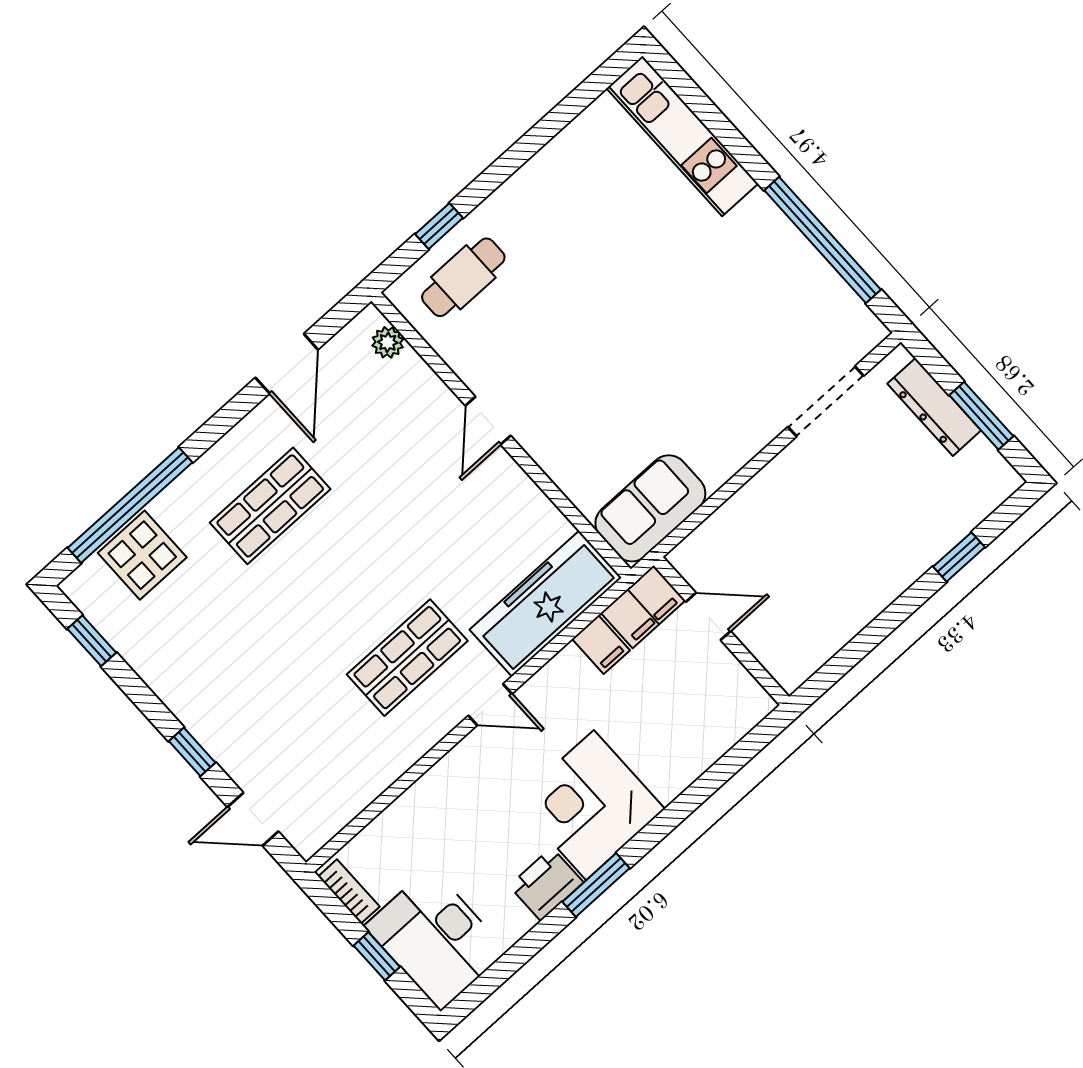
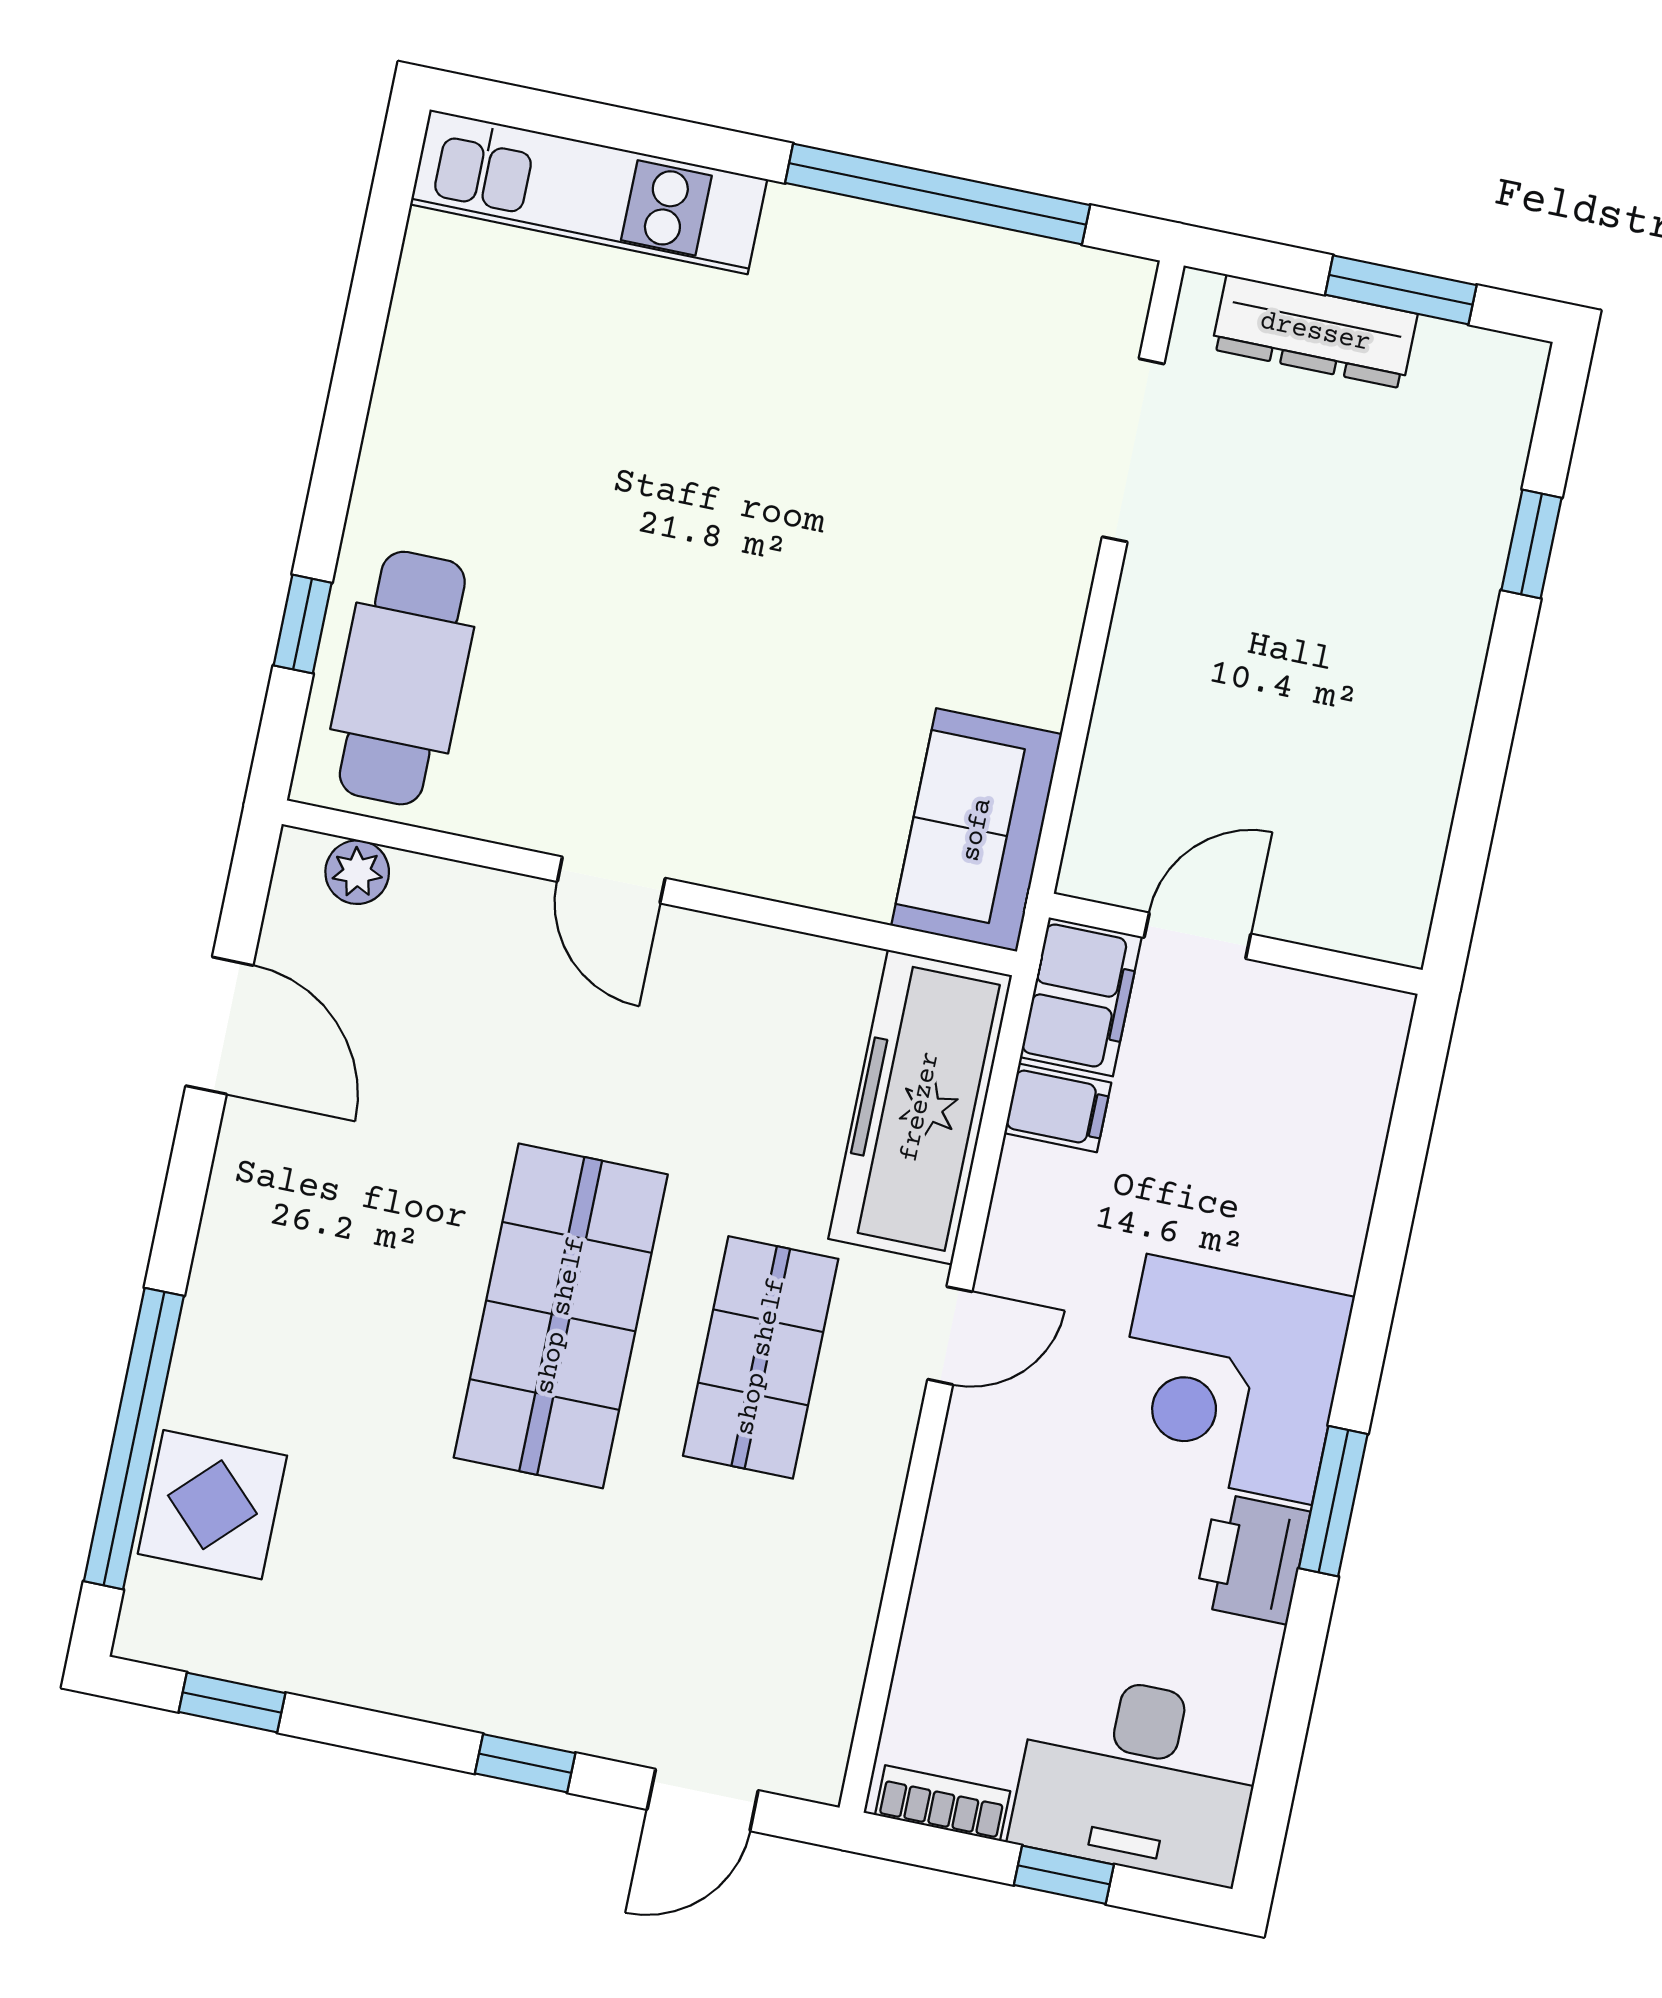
cafe table: (463, 277) -> (402, 678), width x1.37, depth x1.35
shop shelf: (270, 506) -> (561, 1316), moved, width x1.43, depth x1.36

